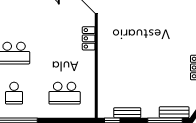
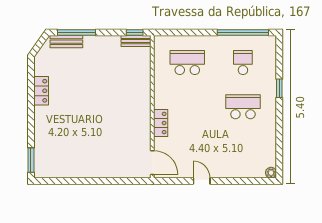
bench: (127, 113) -> (136, 41), moved

